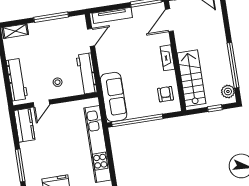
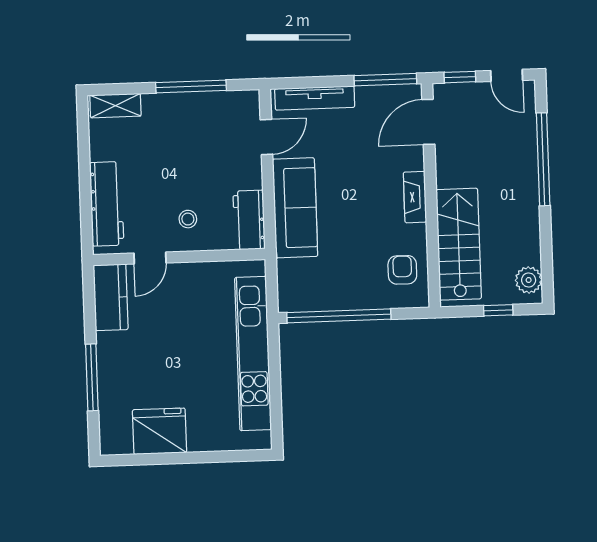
window: (233, 65) -> (543, 159), moved
workbench: (87, 74) -> (249, 220), width x0.73
sofa: (114, 97) -> (295, 208), moved

